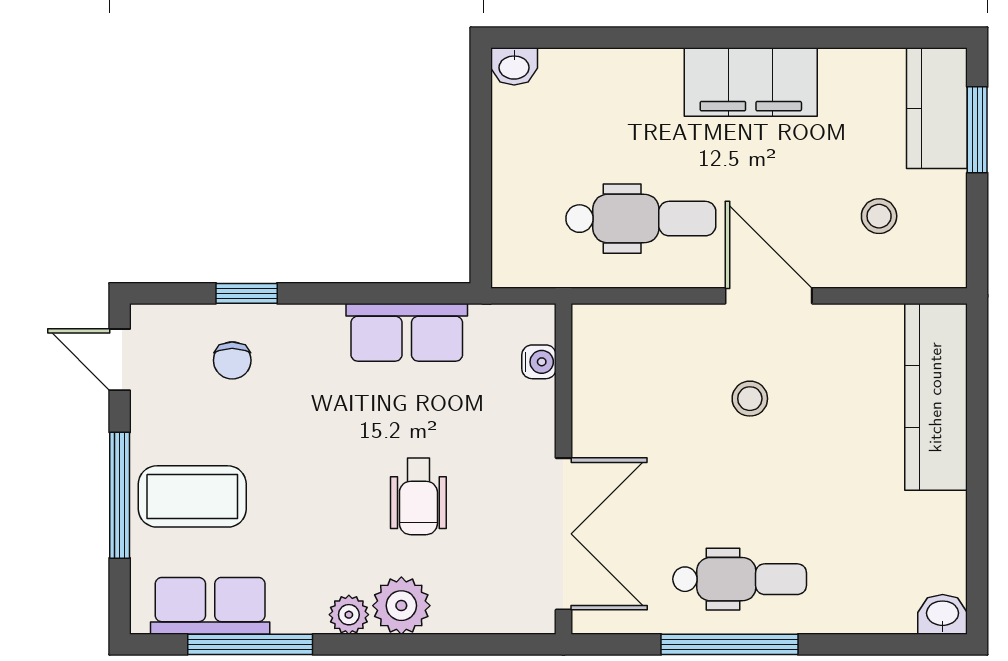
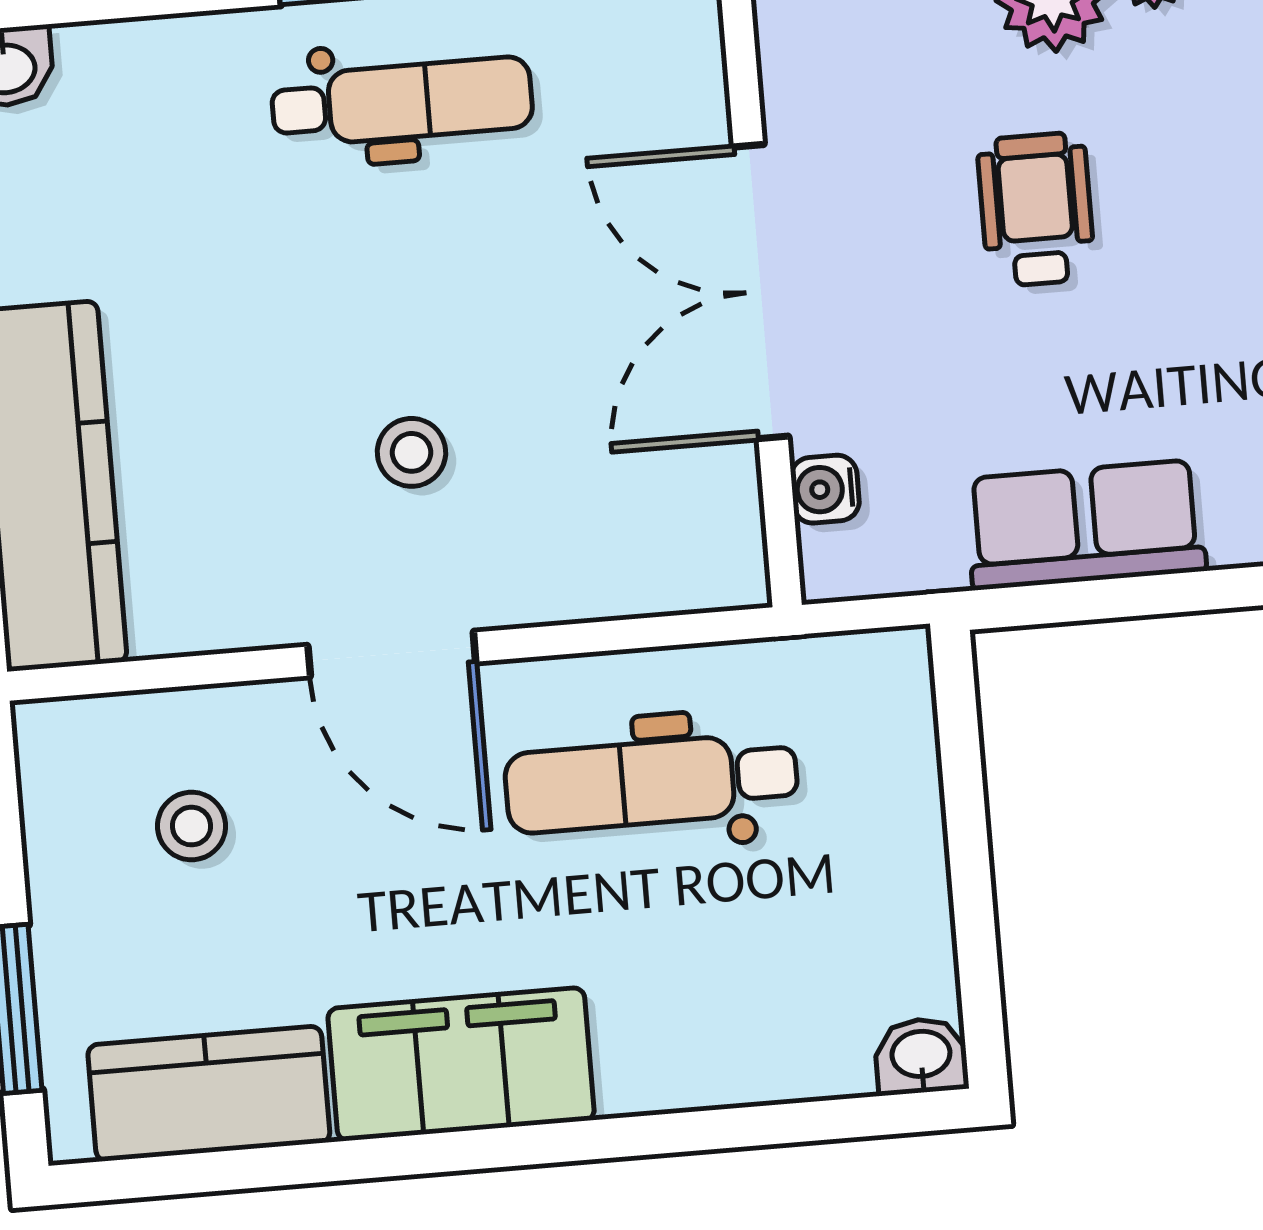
kitchen counter: (937, 108) -> (209, 1094), moved, turned -90
double door: (563, 534) -> (761, 292), moved
dental chair: (740, 579) -> (402, 102), turned 180

